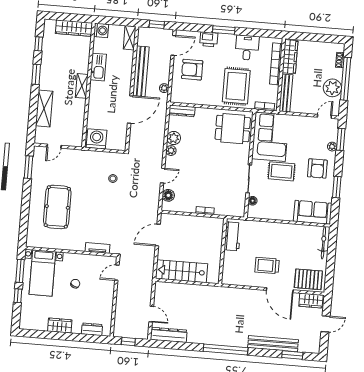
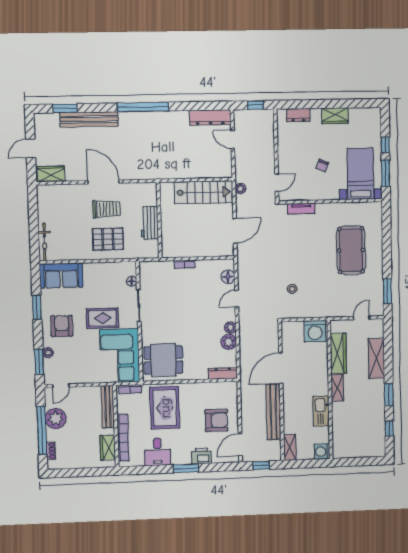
wardrobe: (74, 28) -> (338, 353), moved, turned 90
wardrobe: (290, 57) -> (108, 448), width x0.67
plant: (164, 88) -> (240, 189), moved
workbench: (232, 236) -> (149, 223), moved
pallet: (308, 279) -> (108, 239), moved
door: (280, 290) -> (103, 182), moved

